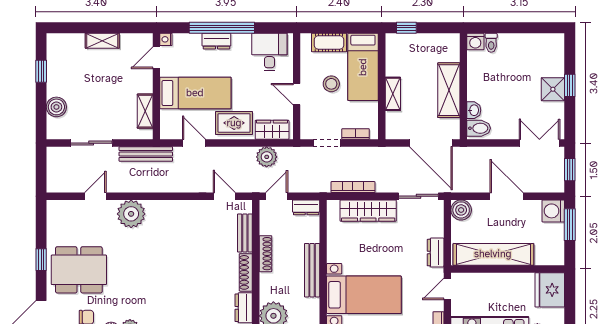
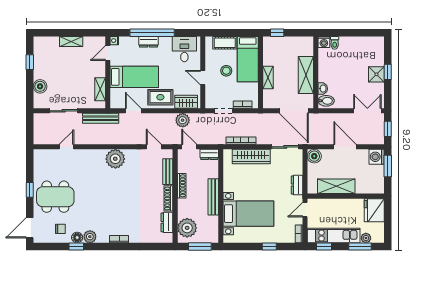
door: (277, 196) -> (189, 147), hinge flipped
plant: (131, 214) -> (115, 159), moved
shelving: (493, 254) -> (336, 186), width x0.68

